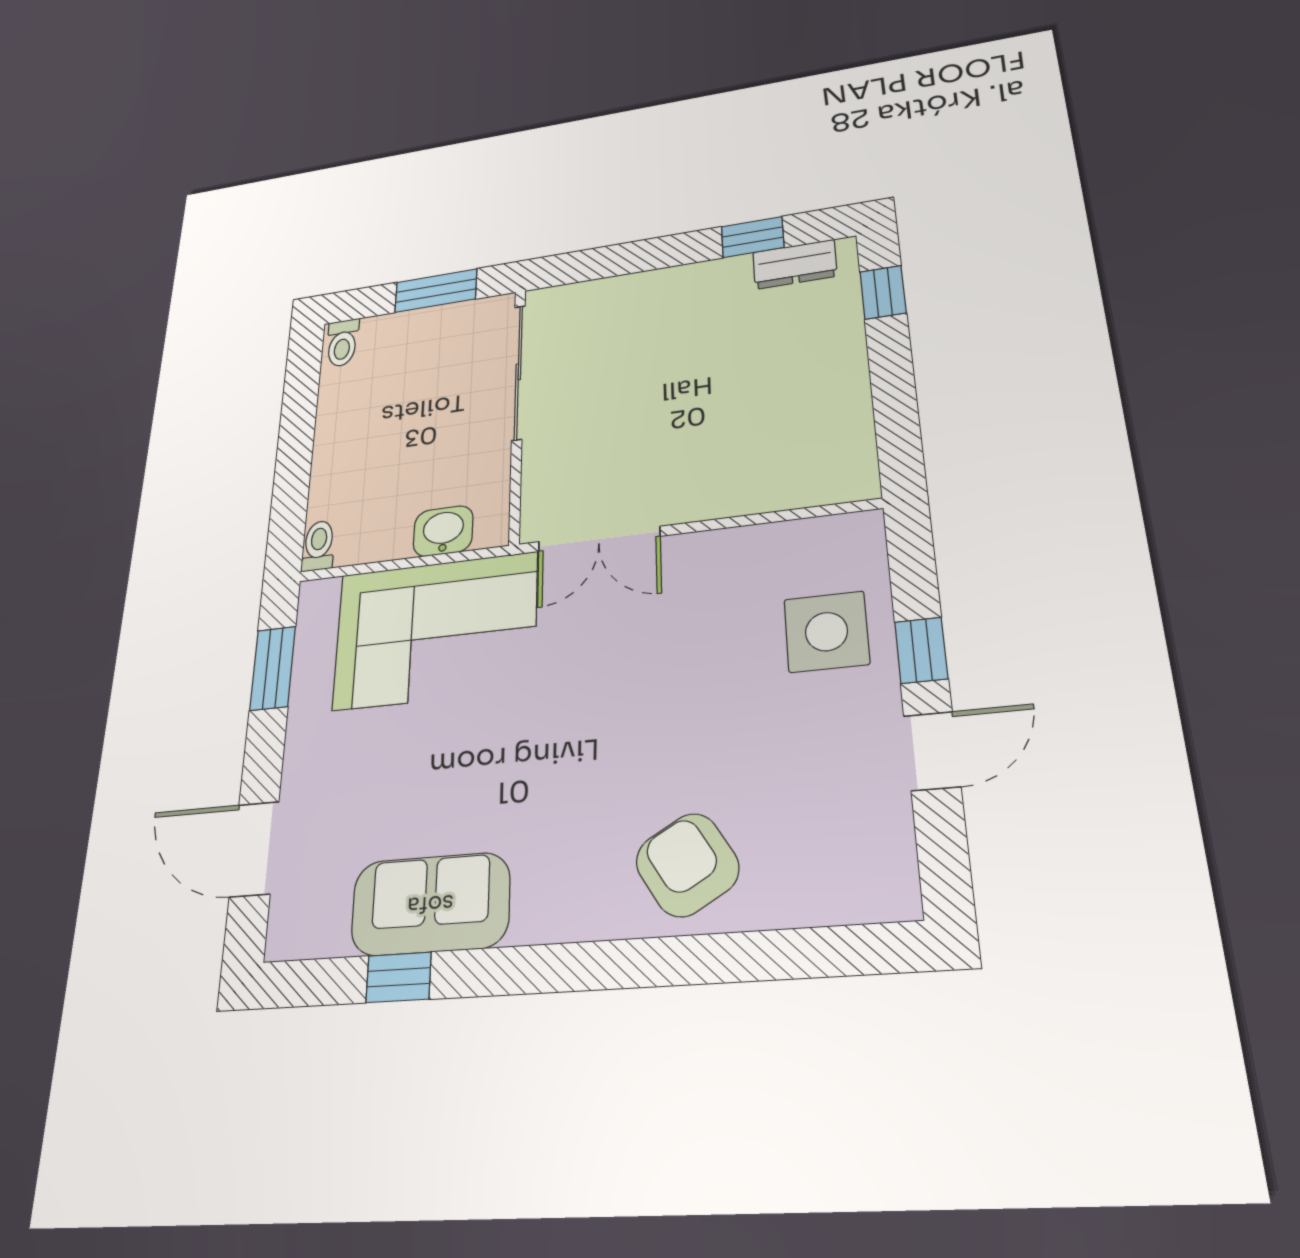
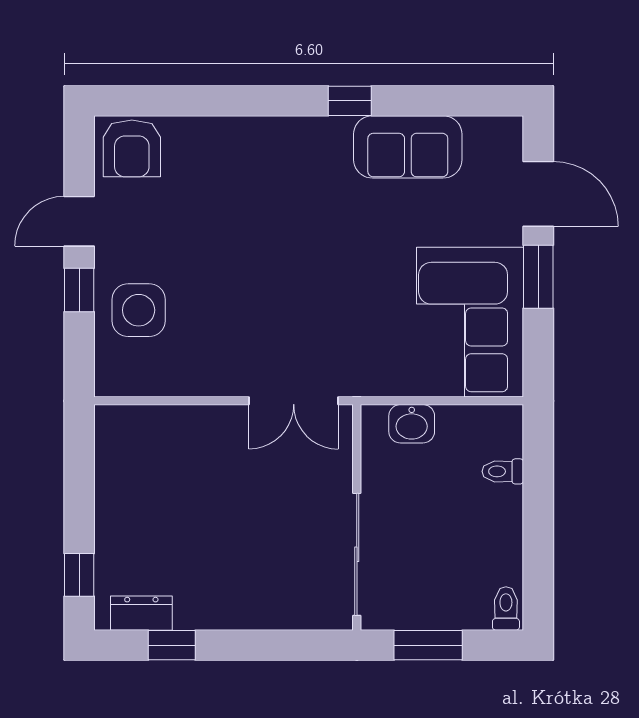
double door: (599, 539) -> (294, 401), swing flipped
toilet: (318, 546) -> (503, 471), moved, turned 90
corner sofa: (435, 631) -> (470, 322), moved, turned -90
window: (273, 668) -> (538, 277), moved
armchair: (687, 865) -> (132, 148), moved, turned 31
window: (399, 977) -> (350, 101), moved

